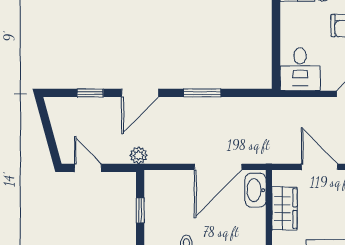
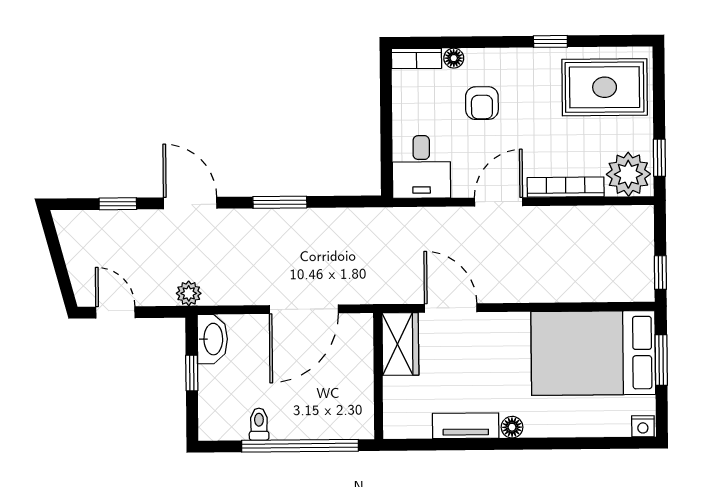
door: (140, 93) -> (190, 203), swing flipped
washbasin: (255, 190) -> (212, 339), moved, turned 180
wardrobe: (285, 209) -> (400, 344), moved

